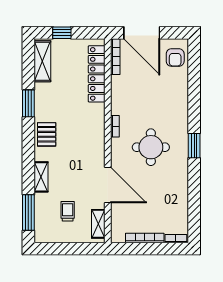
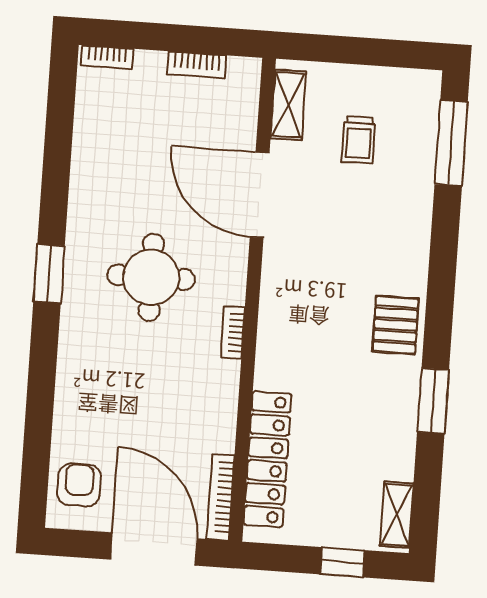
shelving: (42, 61) -> (397, 515), width x0.67, depth x0.75
shelving: (41, 177) -> (415, 225), removed
bookcase: (145, 238) -> (197, 65), width x0.64

